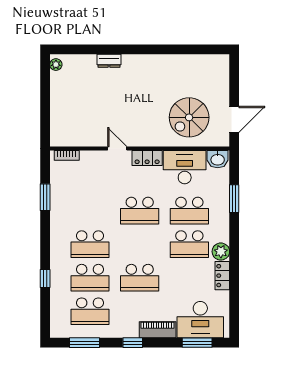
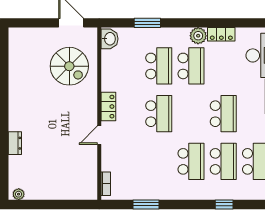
desk: (185, 167) -> (117, 70), removed

